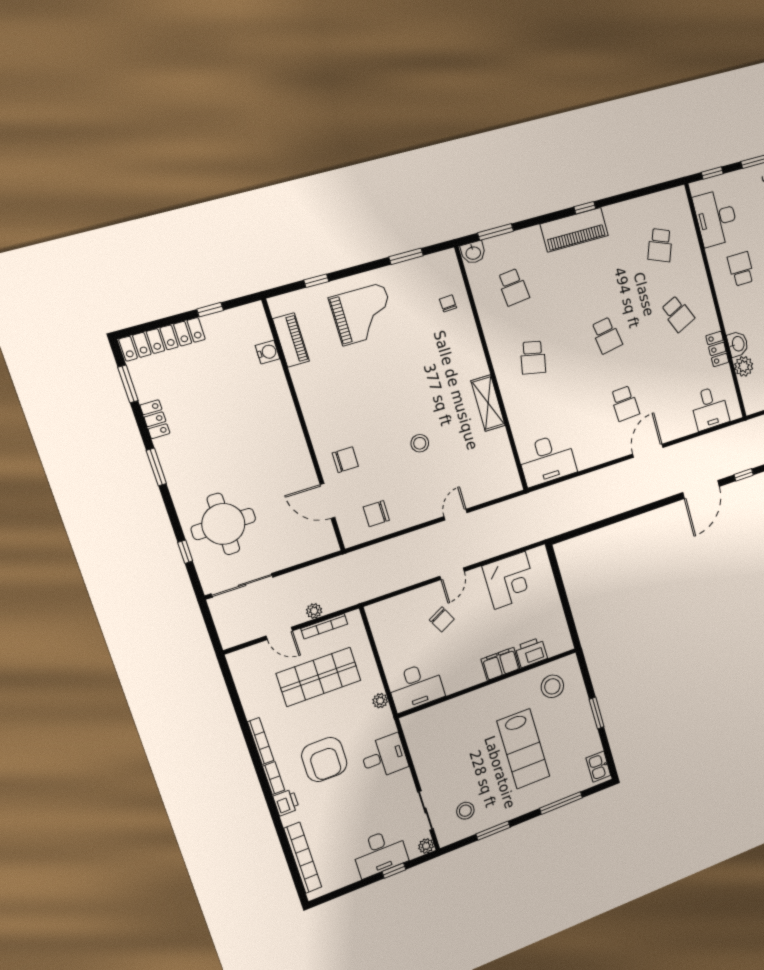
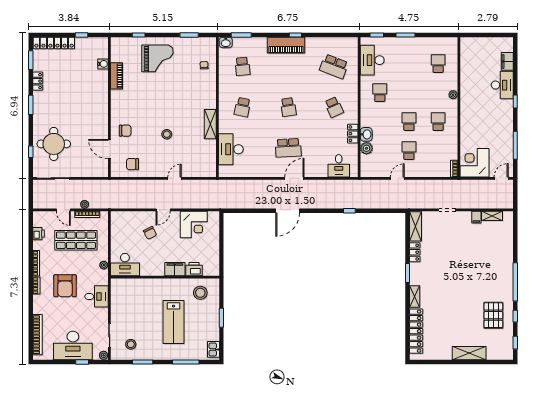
school desk: (660, 245) -> (334, 66), width x1.85
piano: (291, 340) -> (117, 76), moved
school desk: (625, 403) -> (288, 148), width x1.85
desk: (547, 460) -> (231, 149), moved, turned 90
door: (701, 490) -> (288, 211), moved
printer: (286, 802) -> (38, 234), moved
desk: (380, 853) -> (73, 345), width x1.36, depth x1.30

